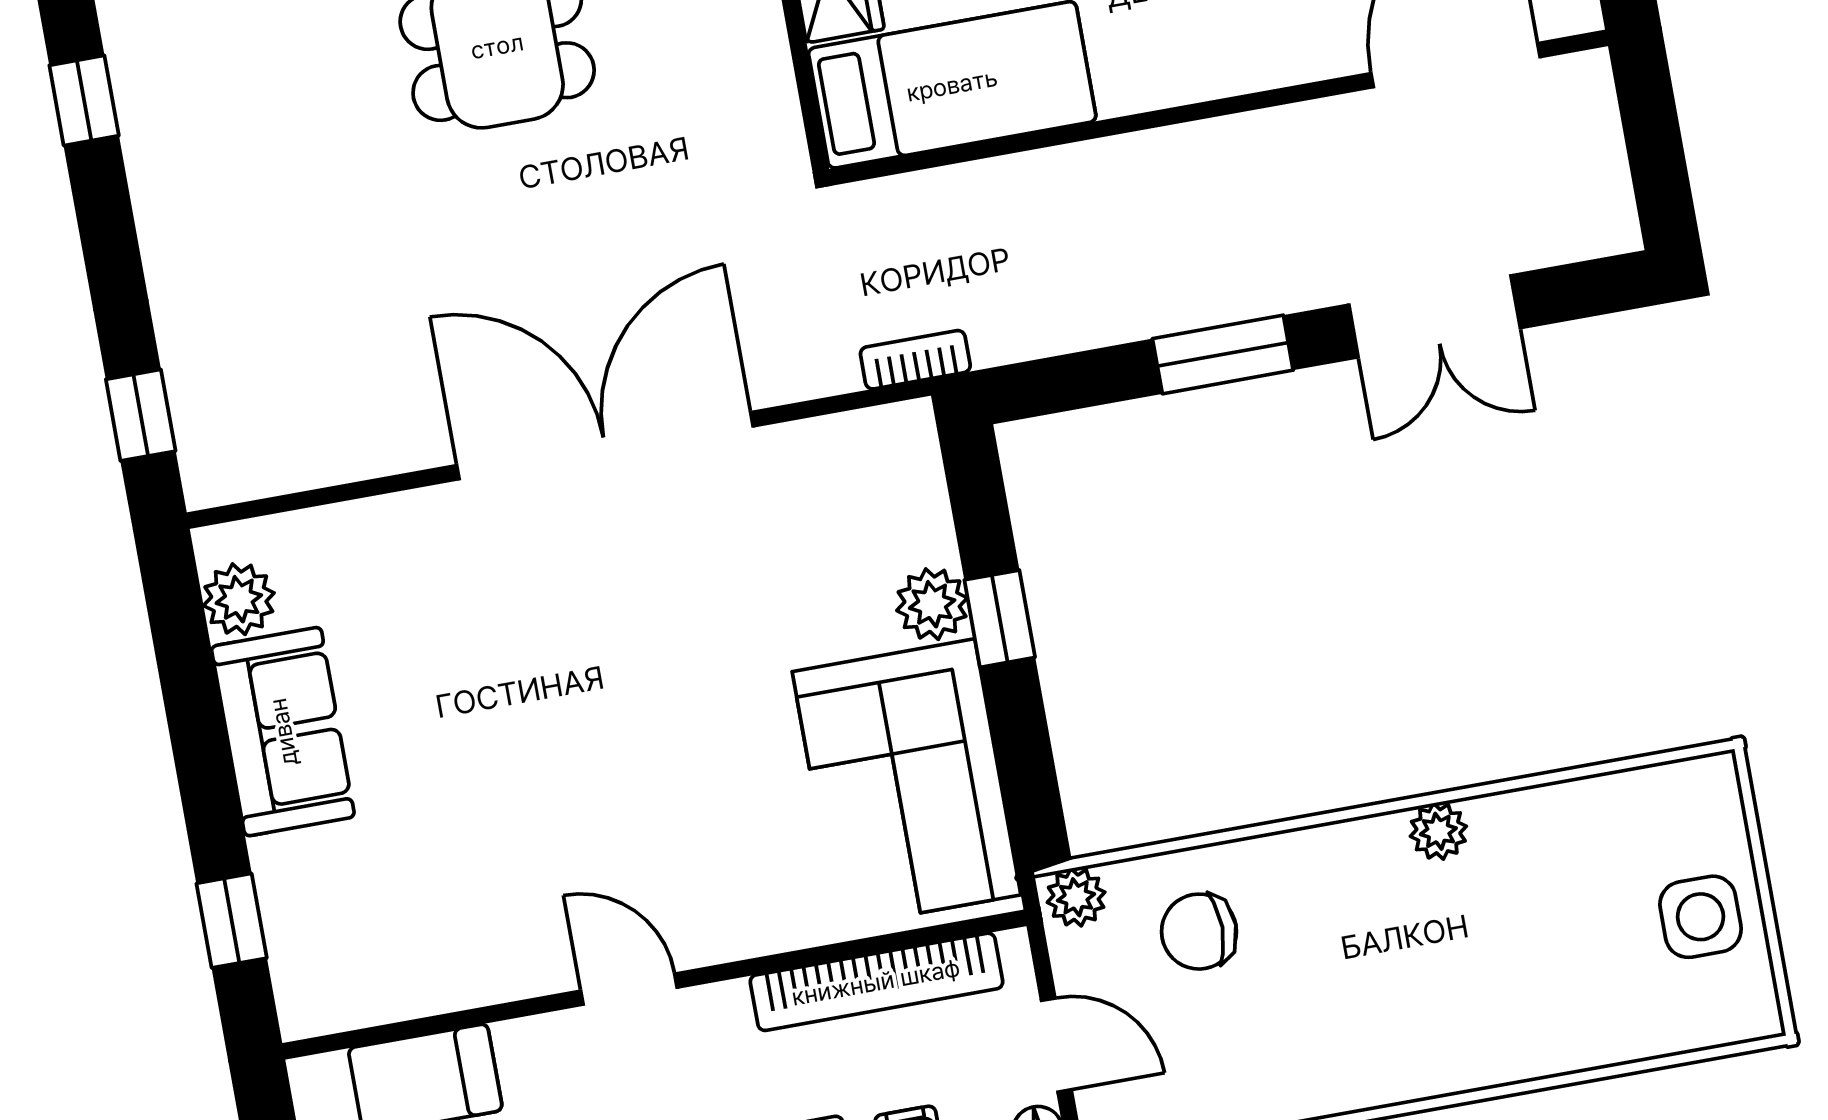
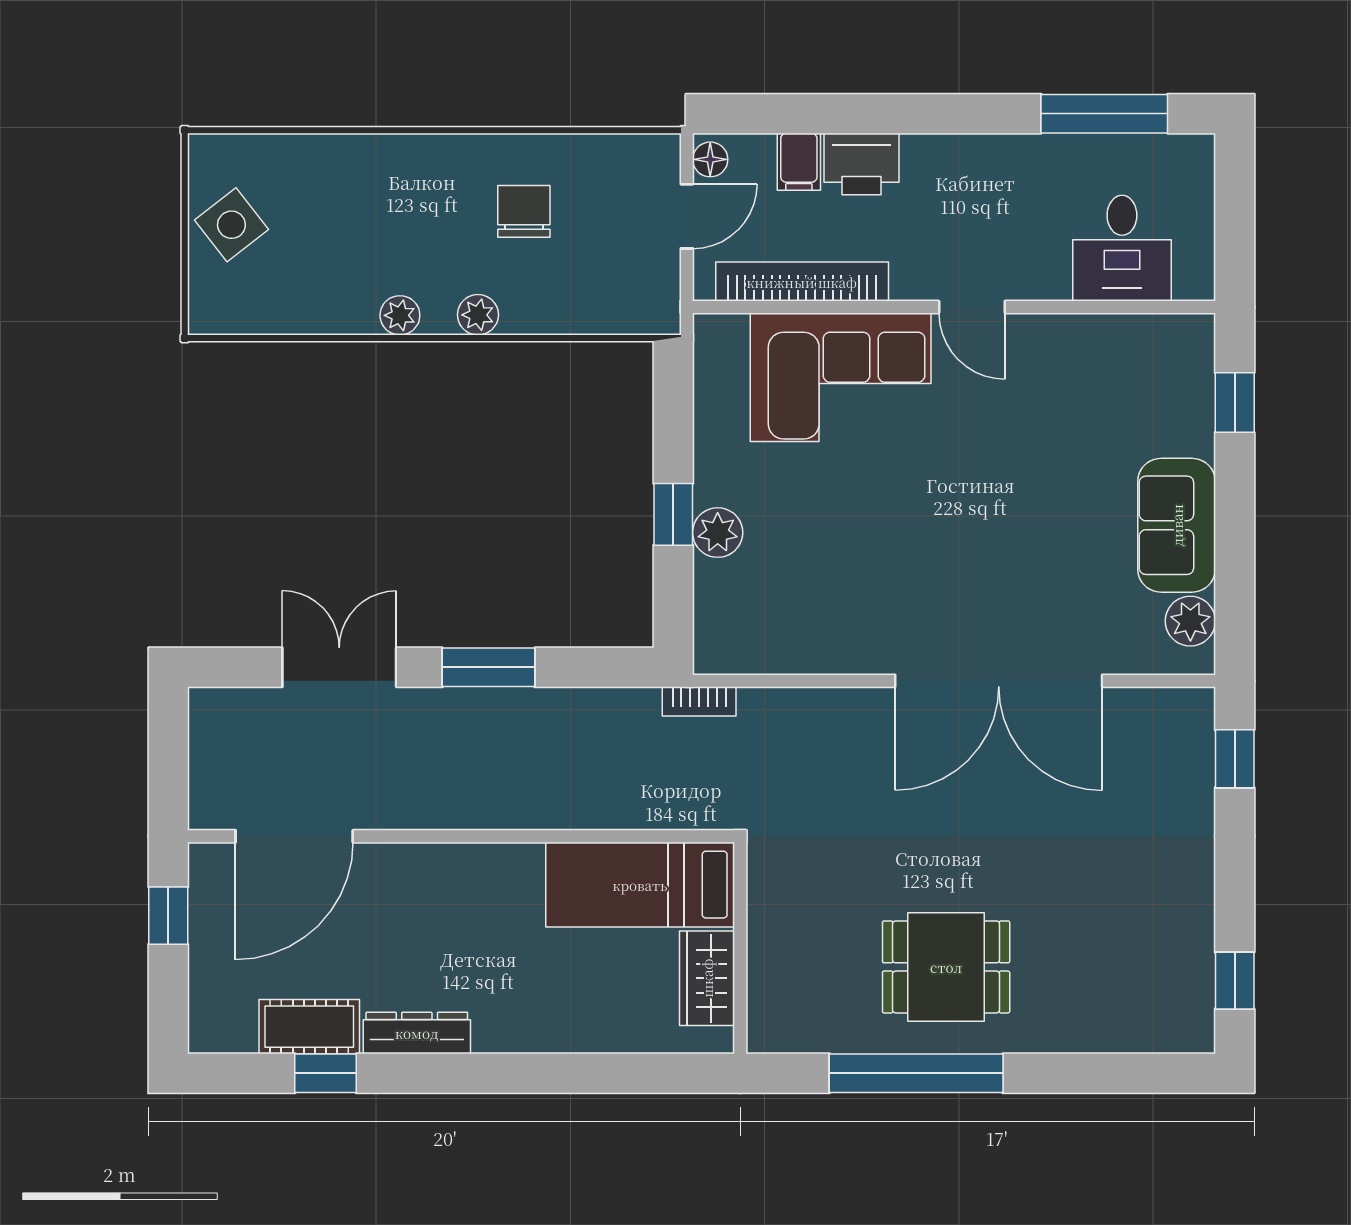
double door: (605, 446) -> (999, 681), moved
corner sofa: (906, 783) -> (841, 377), moved, turned 90
plant: (1076, 897) -> (478, 315), moved
side table: (1701, 917) -> (231, 225), turned -38
chair: (1199, 932) -> (524, 211), moved, turned -90
door: (1056, 1045) -> (687, 216), swing flipped

